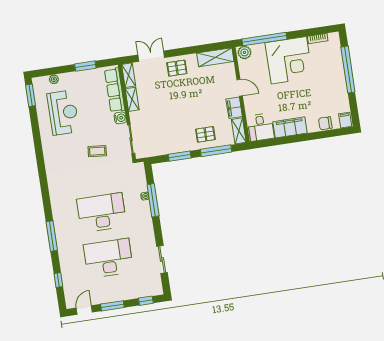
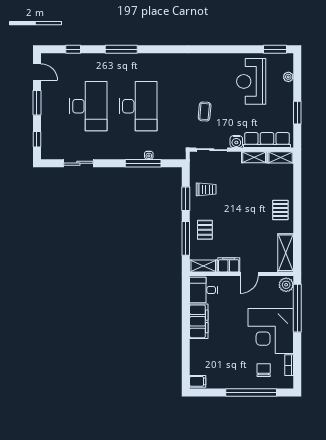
double door: (151, 56) -> (297, 185), removed
reception desk: (63, 113) -> (251, 81), turned 90
chair: (325, 123) -> (264, 370), moved
trolley: (168, 139) -> (206, 189), added

